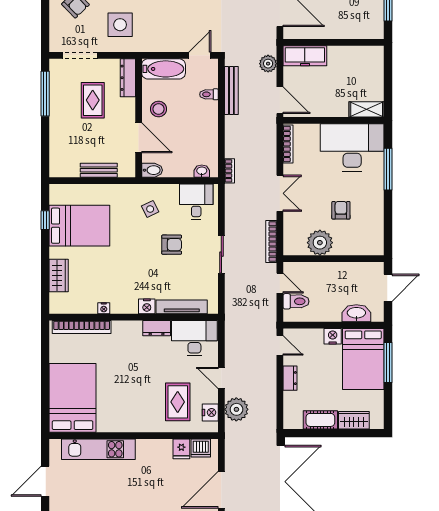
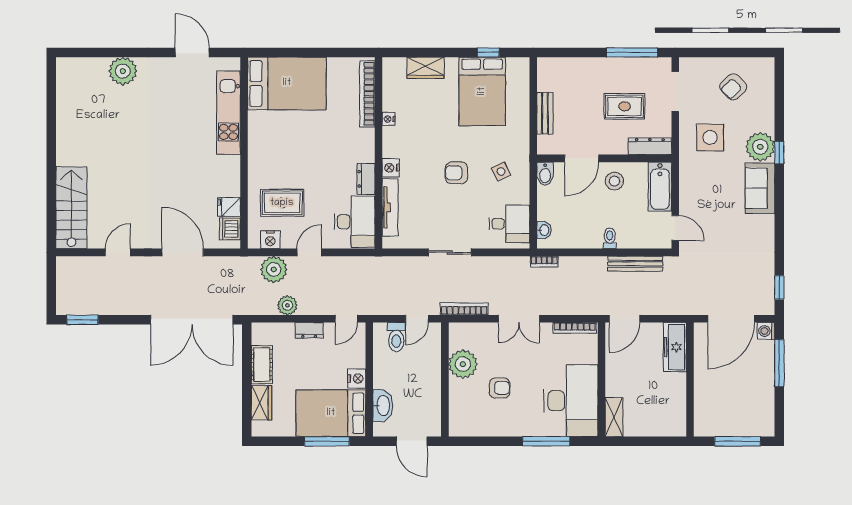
plant: (268, 64) -> (287, 305), moved
toilet: (209, 94) -> (610, 238), moved
armchair: (172, 245) -> (456, 173), moved, turned 90

